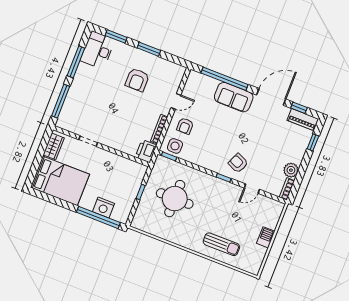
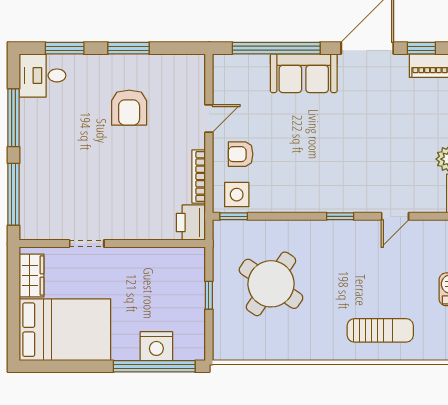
desk: (98, 50) -> (42, 75), width x0.73
armchair: (185, 126) -> (241, 154), turned 90
armchair: (238, 163) -> (355, 182), removed
round table: (175, 199) -> (271, 284), turned 34

